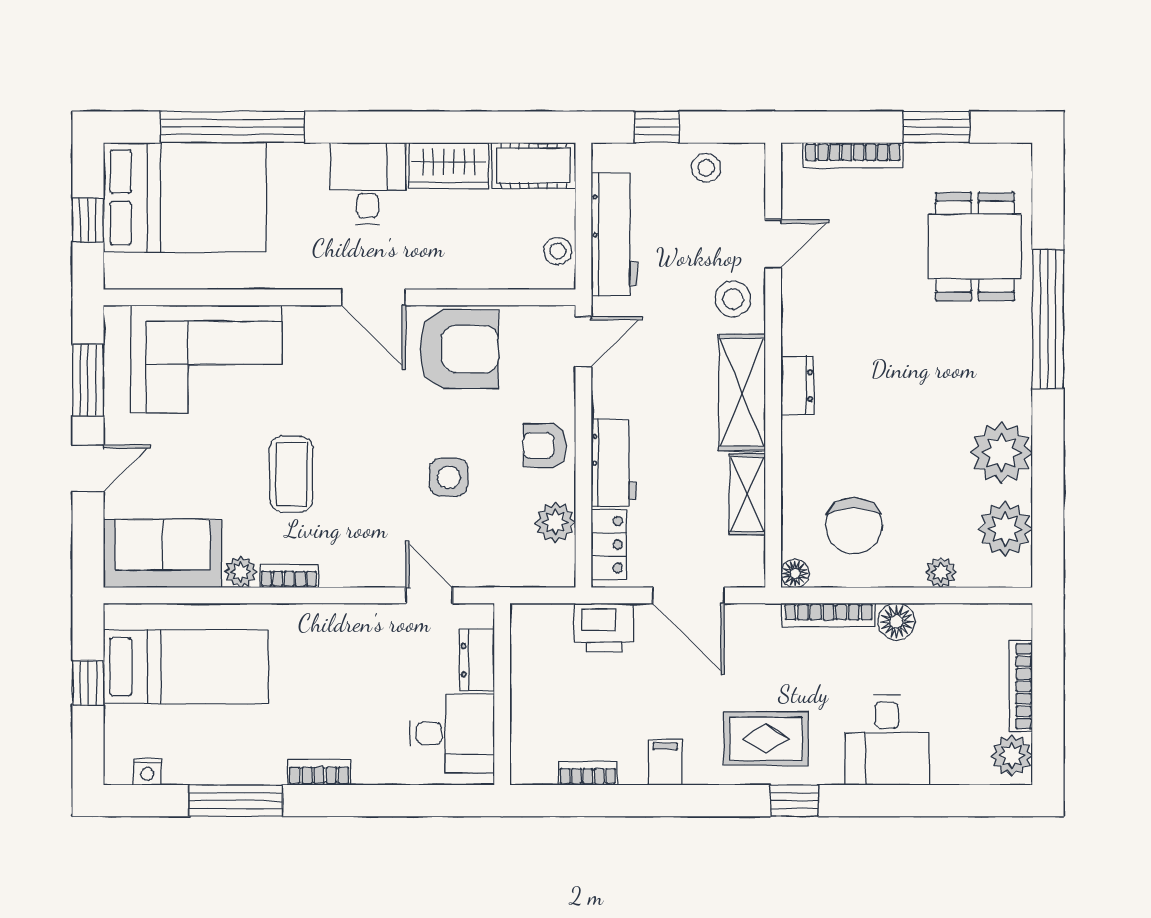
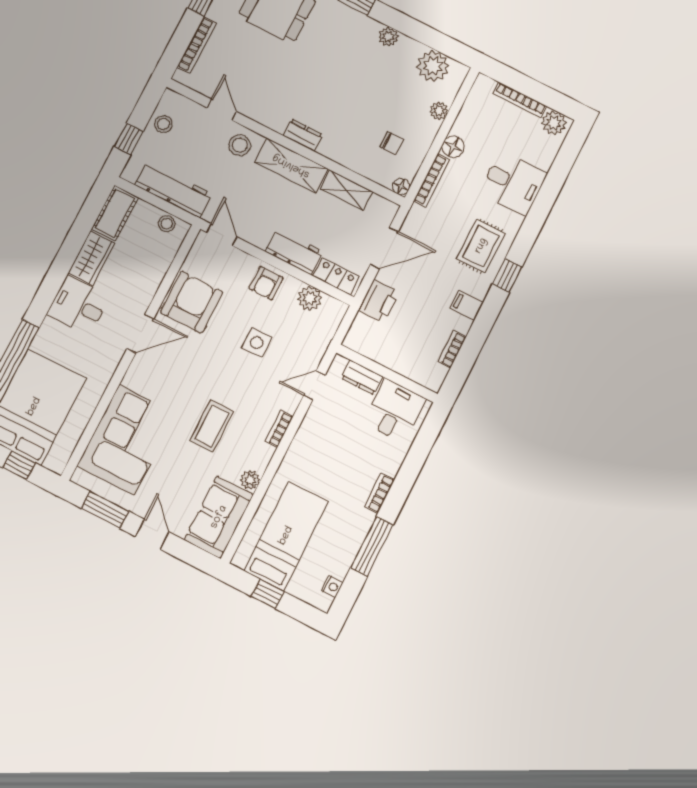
plant: (1001, 452) -> (388, 37), width x0.53, depth x0.53
coffee table: (291, 474) -> (212, 426), turned 90
chair: (854, 526) -> (392, 143), width x0.54, depth x0.54
bookcase: (289, 576) -> (279, 429), moved
window: (794, 801) -> (507, 276), moved

